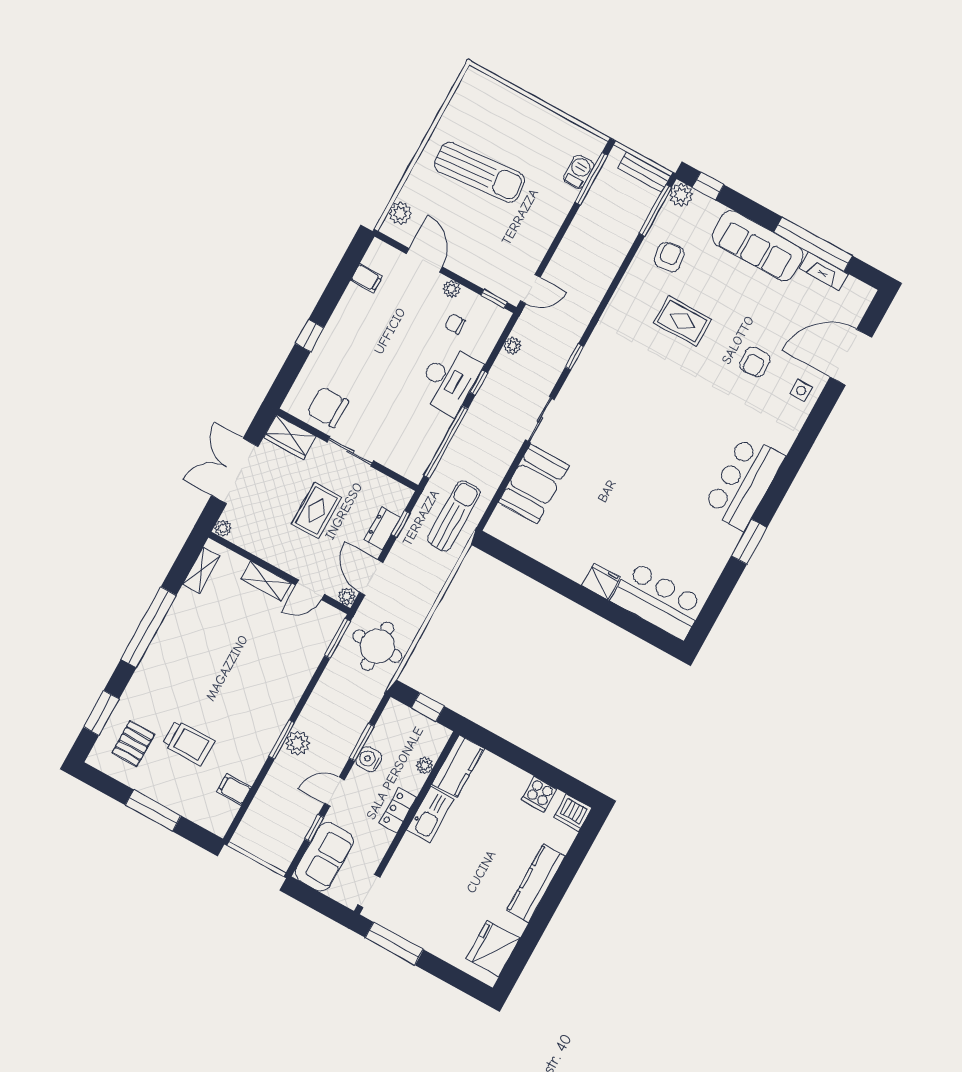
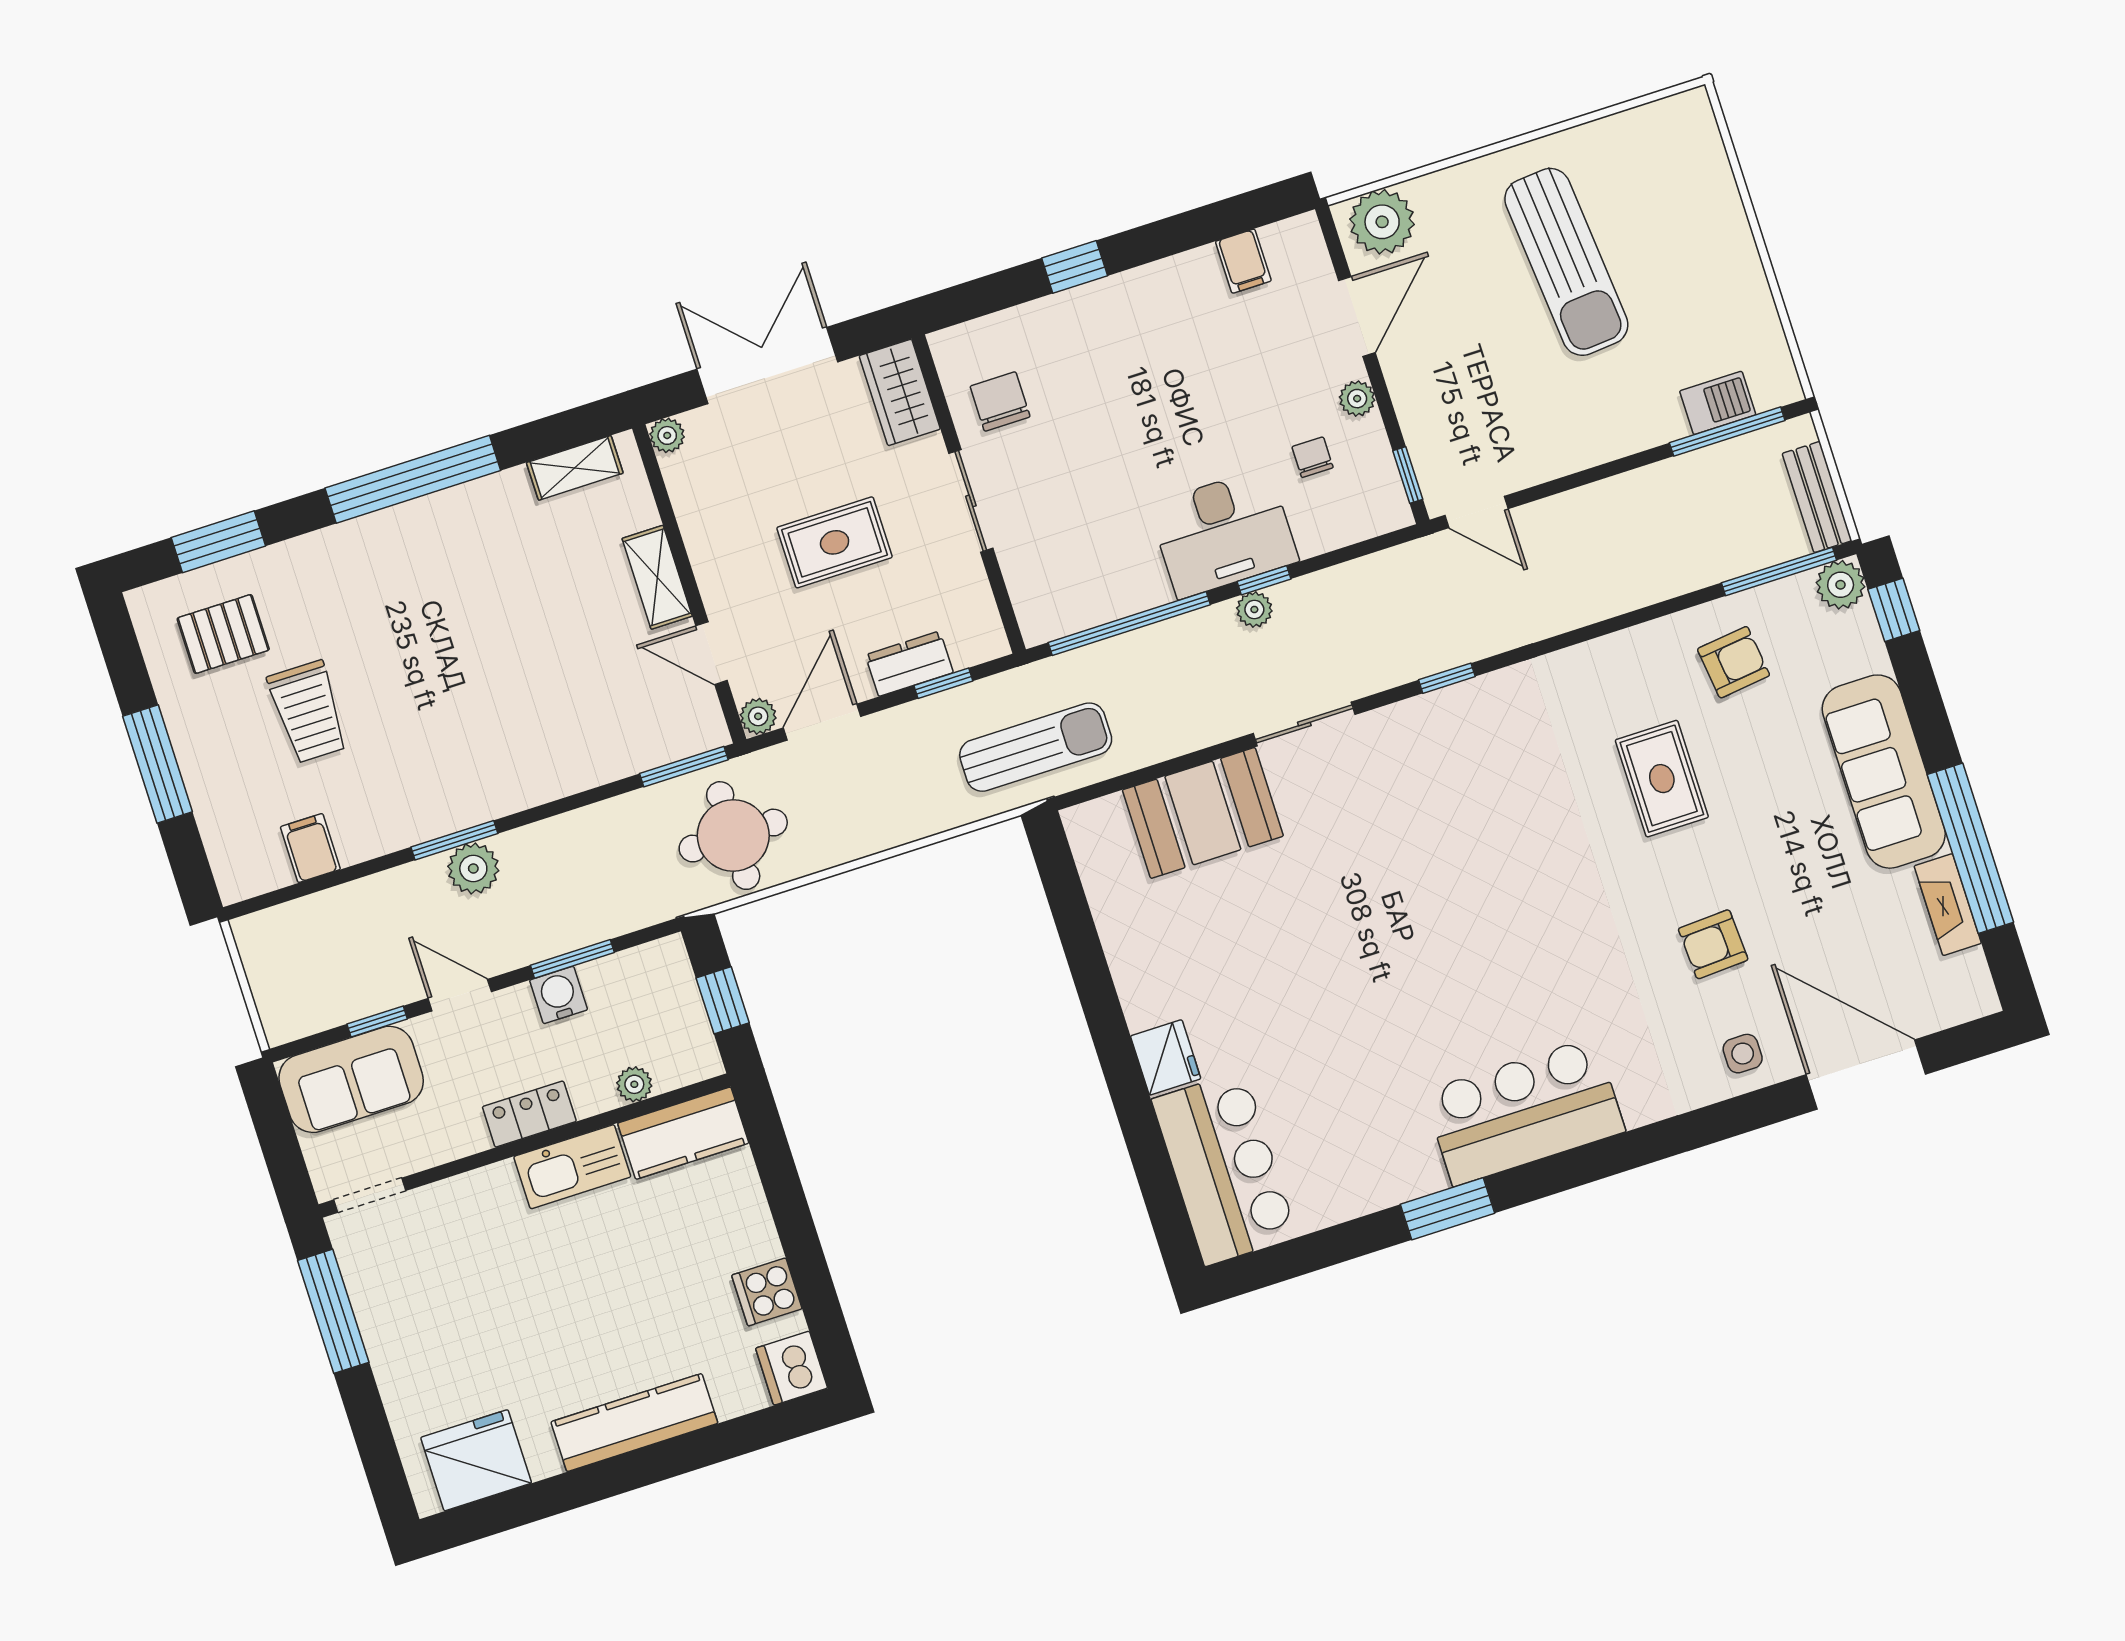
plant: (400, 213) -> (1382, 222), width x1.36, depth x1.36
plant: (513, 346) -> (1254, 609), moved
chair: (328, 407) -> (1000, 401), width x0.73, depth x0.73

